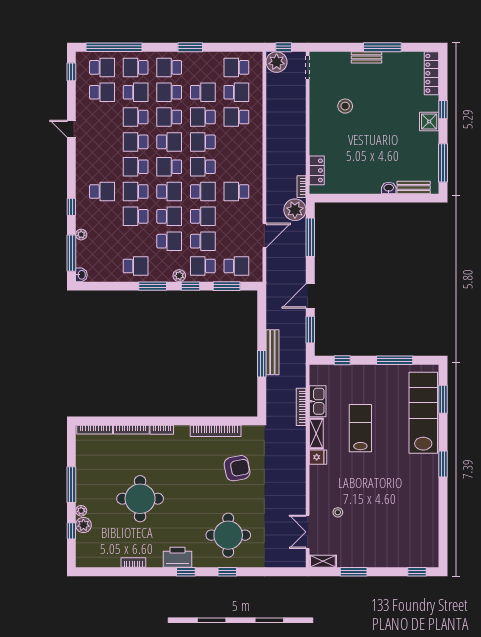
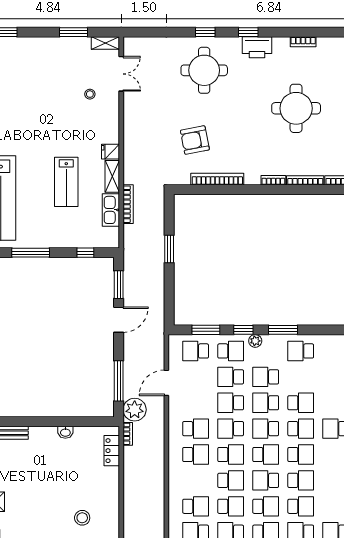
school desk: (236, 167) -> (196, 455), added
washbasin: (389, 188) -> (65, 432), moved
bench: (272, 352) -> (158, 261), removed

